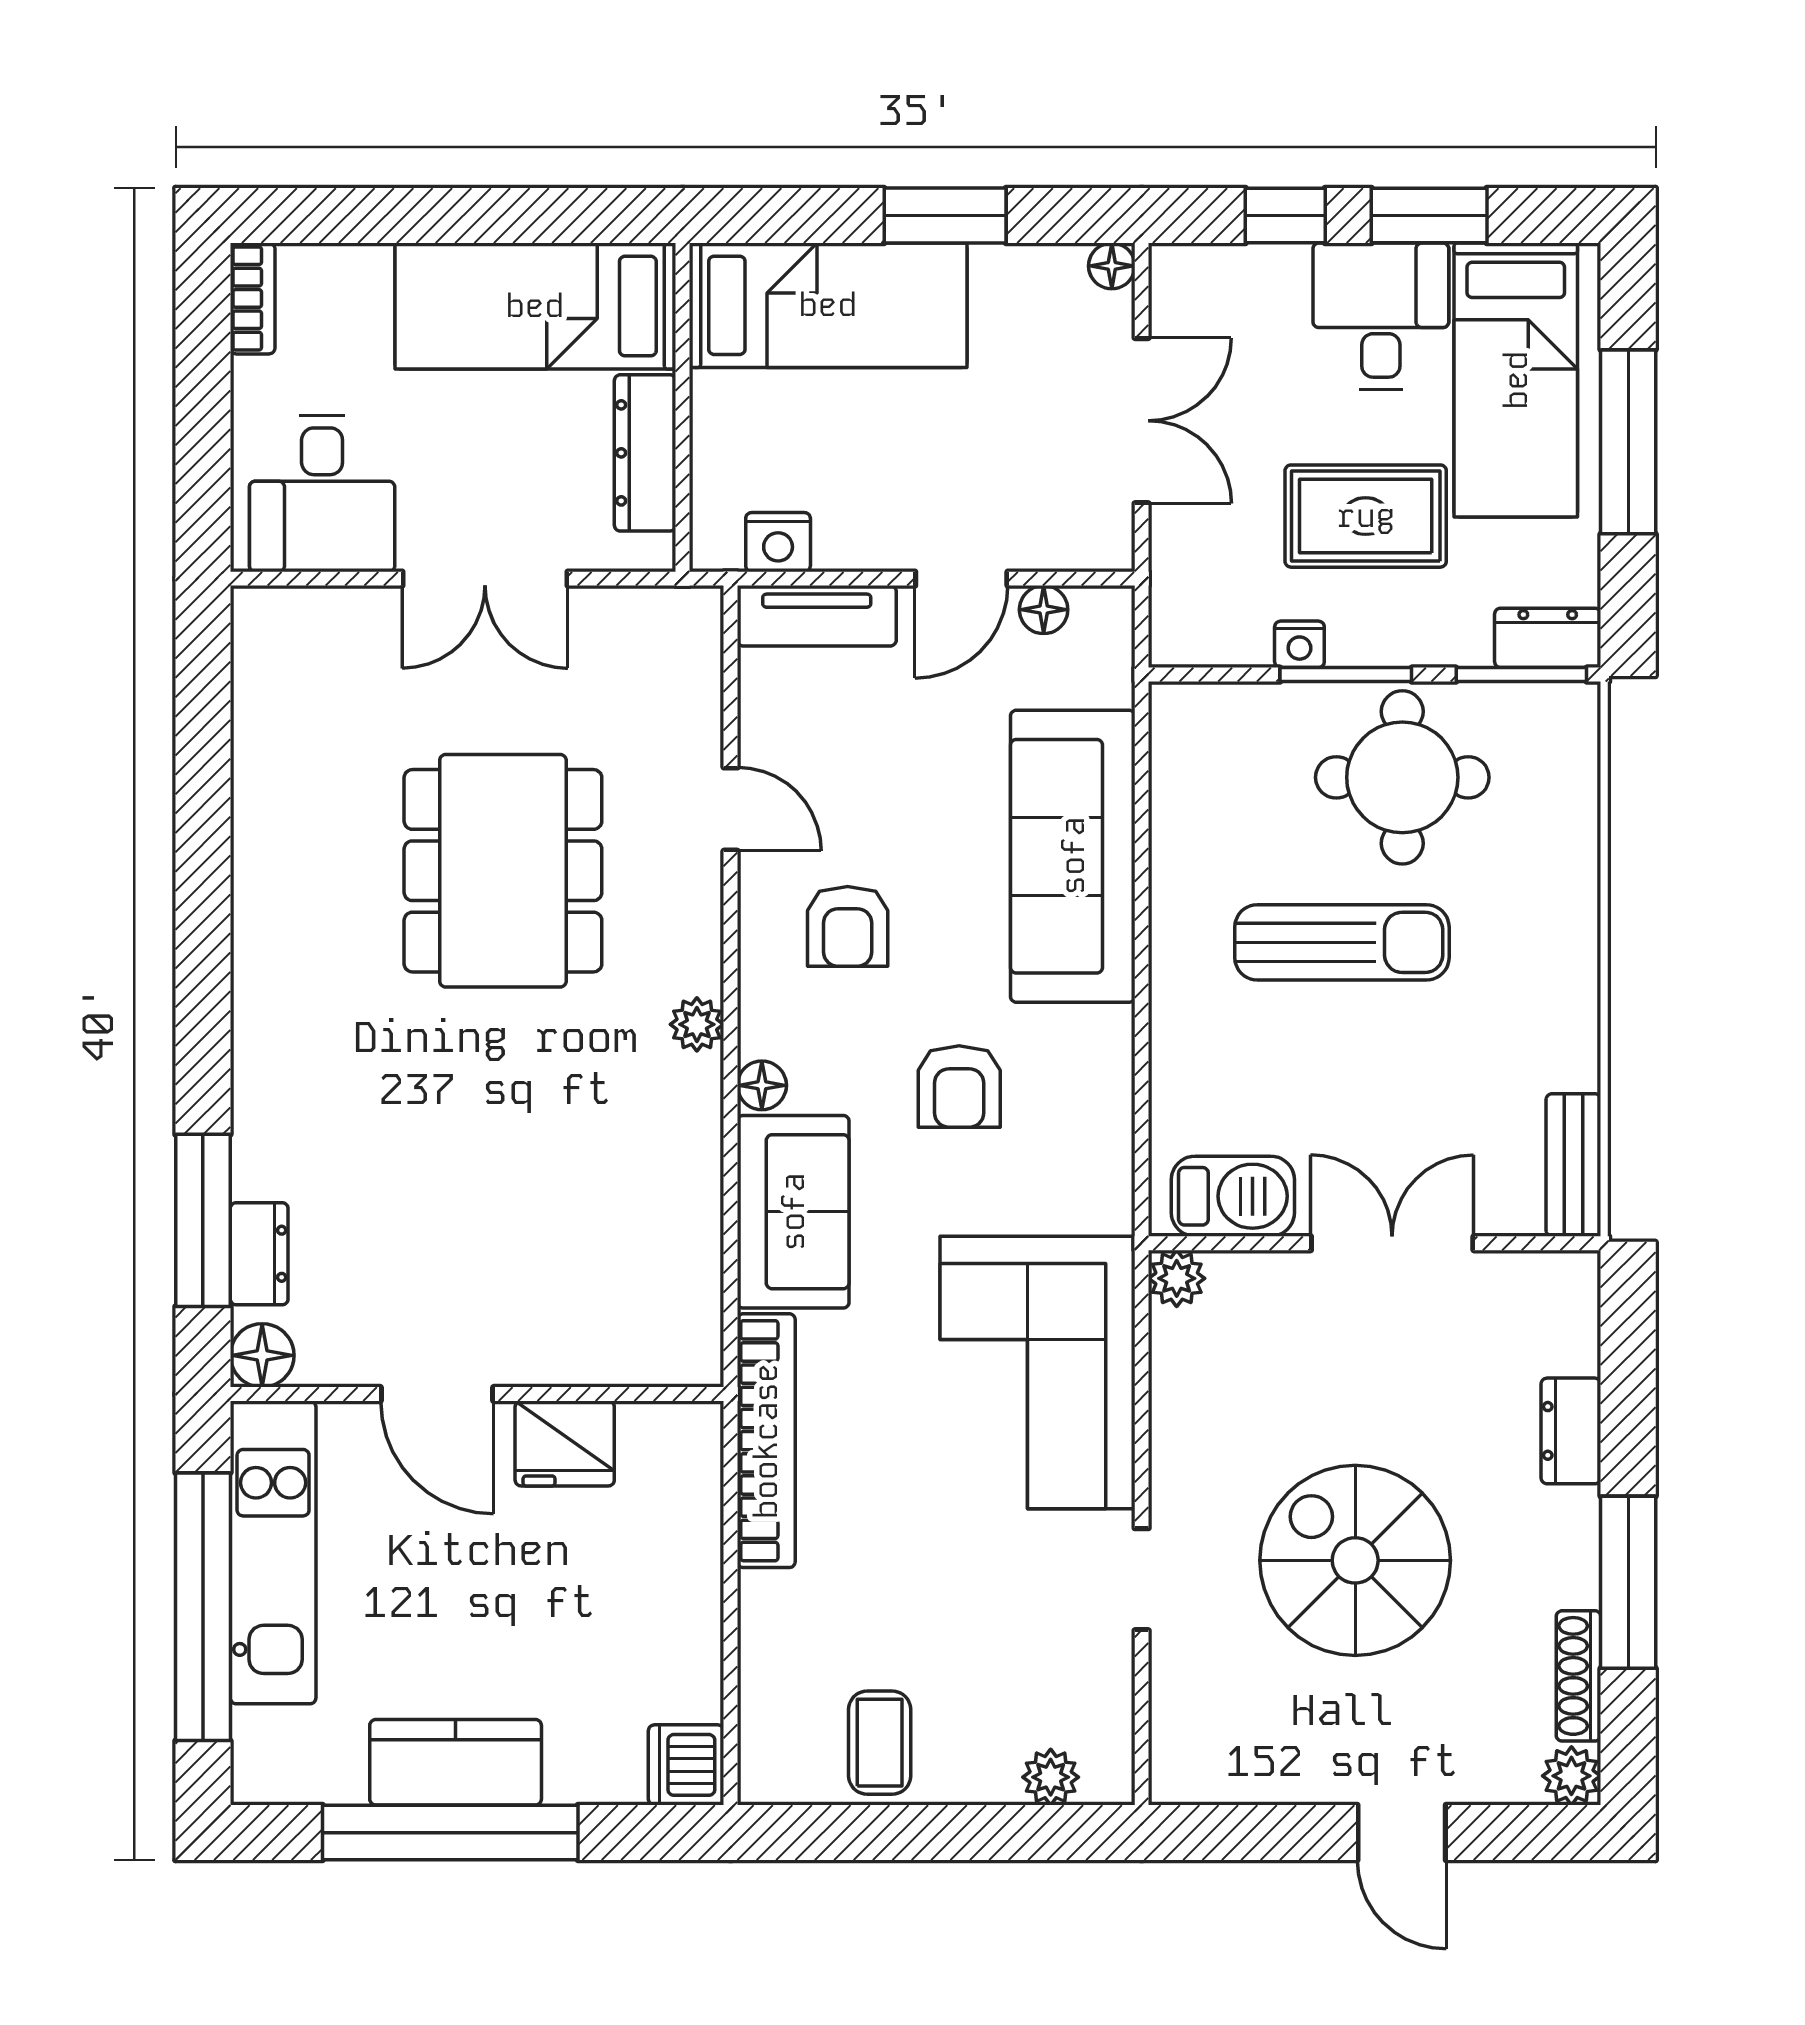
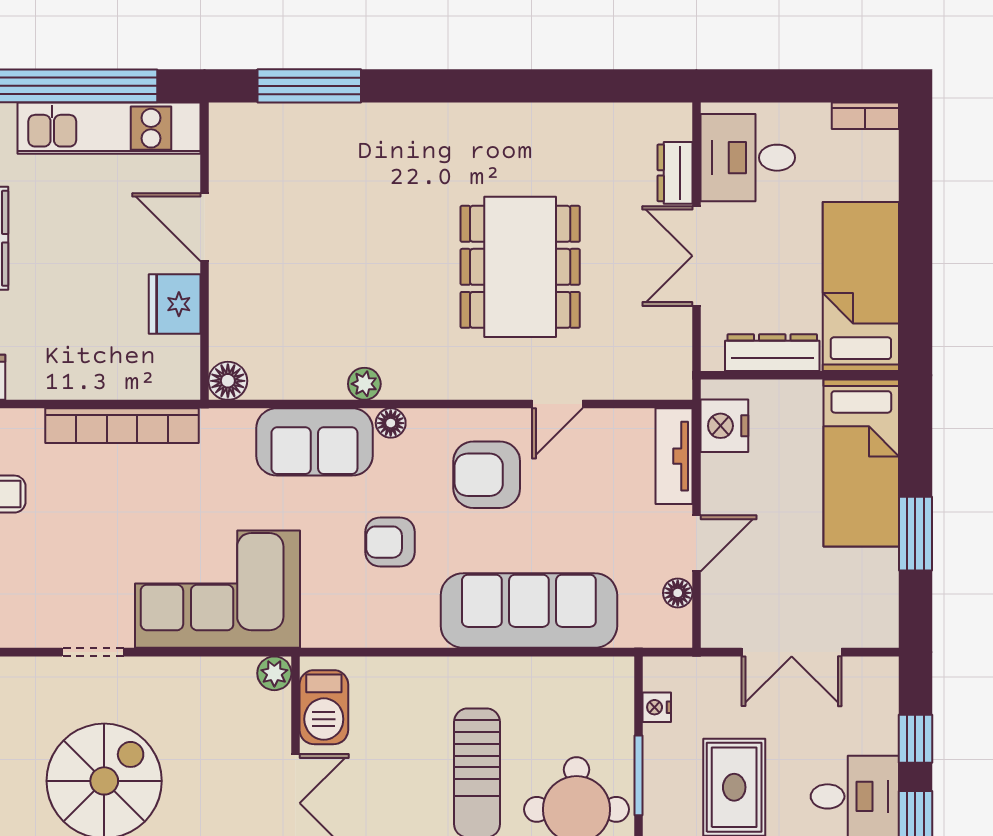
floor lamp: (1112, 266) -> (885, 634), removed
nightstand: (778, 542) -> (724, 426), width x1.36, depth x1.33
door: (961, 579) -> (696, 543), swing flipped
nightstand: (1299, 644) -> (657, 707), moved
dining table: (503, 871) -> (520, 267), turned 90
armchair: (848, 926) -> (487, 475), width x1.38, depth x1.38
plant: (697, 1024) -> (364, 384), moved
dresser: (259, 1254) -> (675, 173), moved, turned 90
floor lamp: (262, 1355) -> (228, 381), moved
door: (437, 1394) -> (205, 227), hinge flipped
bookcase: (766, 1441) -> (122, 426), moved

